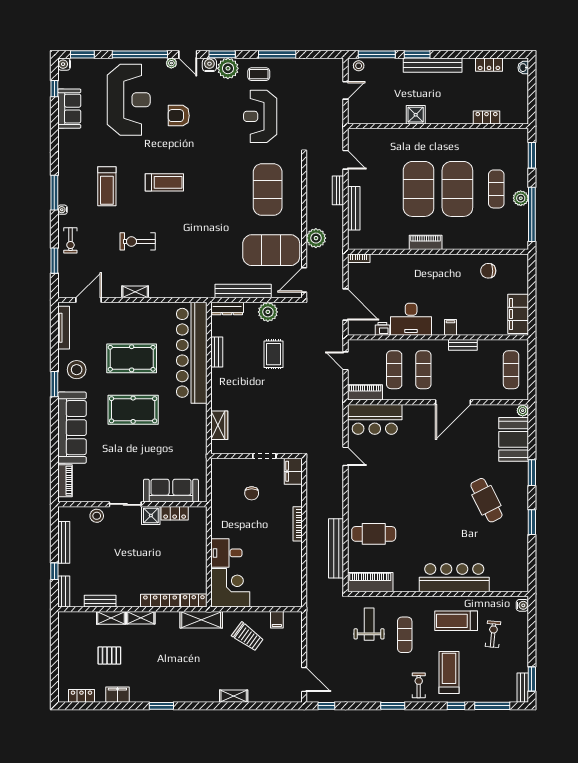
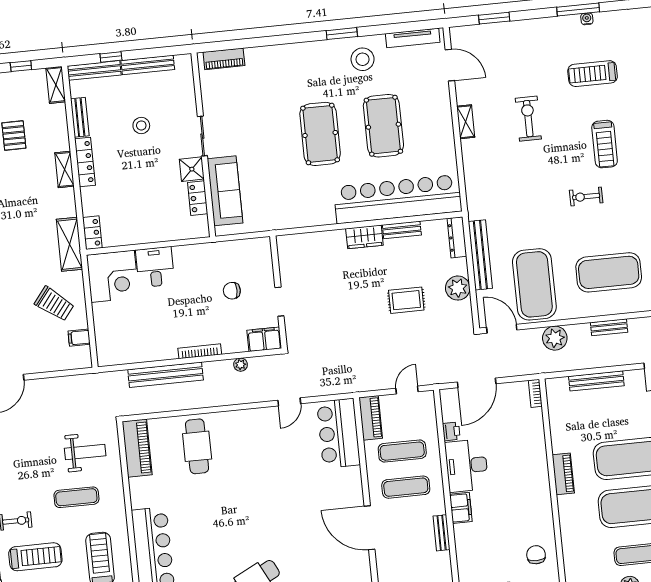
bench: (338, 190) -> (609, 327), moved
water cooler: (62, 210) -> (587, 19), moved
exercise bike: (70, 240) -> (586, 196), moved
filing cabinet: (450, 327) -> (461, 508), width x2.00
wardrobe: (219, 425) -> (364, 237), moved
sofa: (72, 428) -> (290, 61), removed
plant: (312, 492) -> (241, 365), added
stool: (97, 516) -> (141, 125), moved
bench: (336, 548) -> (166, 375), moved
bench: (64, 592) -> (94, 70), width x1.36
locker: (160, 601) -> (85, 162), moved
shelving: (111, 618) -> (56, 85), moved
trolley: (248, 637) -> (54, 304), turned -88
window: (54, 644) -> (21, 66), added

